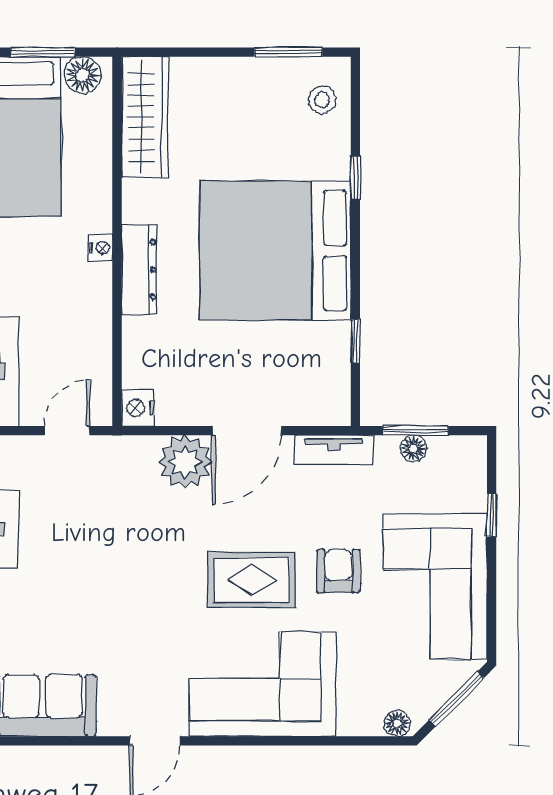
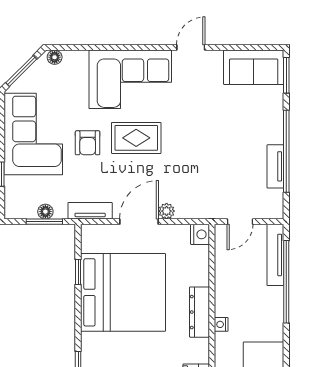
bed: (275, 251) -> (123, 292), moved
plant: (185, 462) -> (167, 211), width x0.53, depth x0.53

